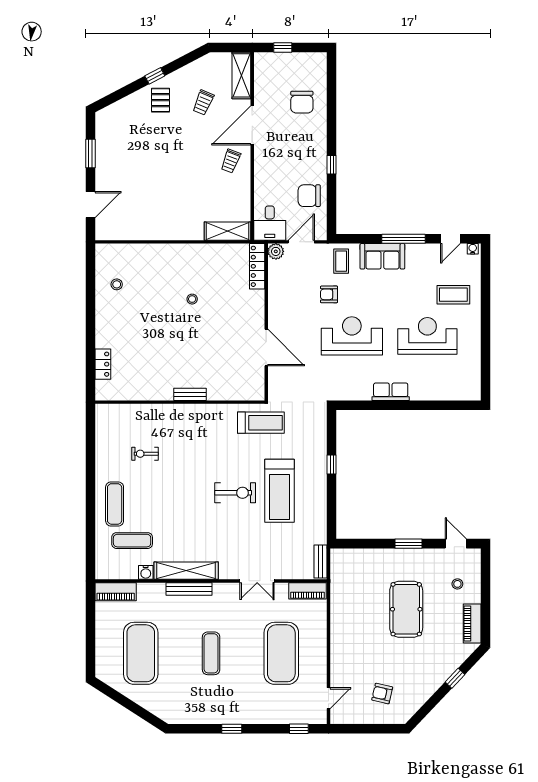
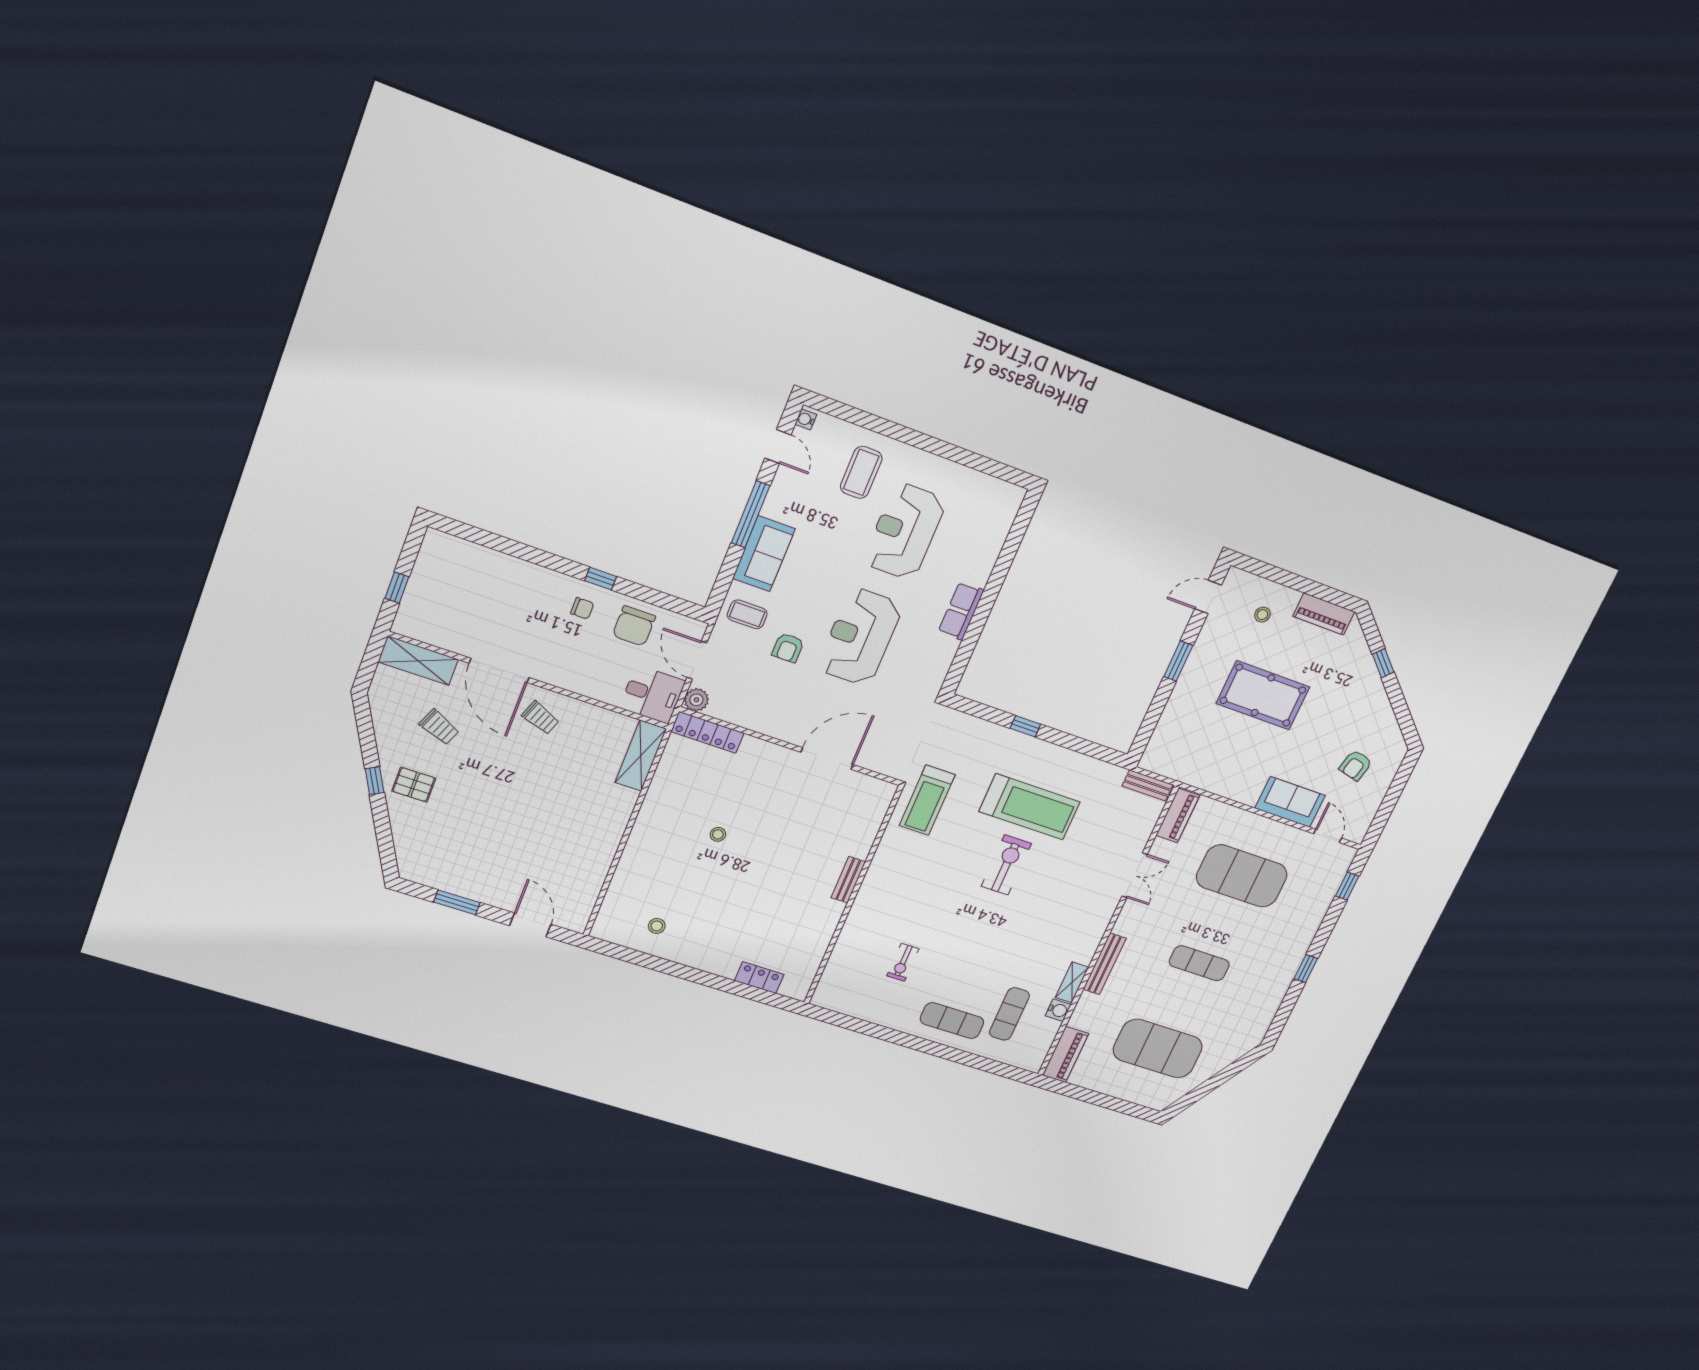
chair: (302, 102) -> (582, 608), moved, width x0.54, depth x0.54
treadmill: (261, 423) -> (927, 800), turned 180
shelving: (186, 571) -> (1072, 982), width x0.45, depth x0.75
sofa: (343, 662) -> (1290, 802), added

